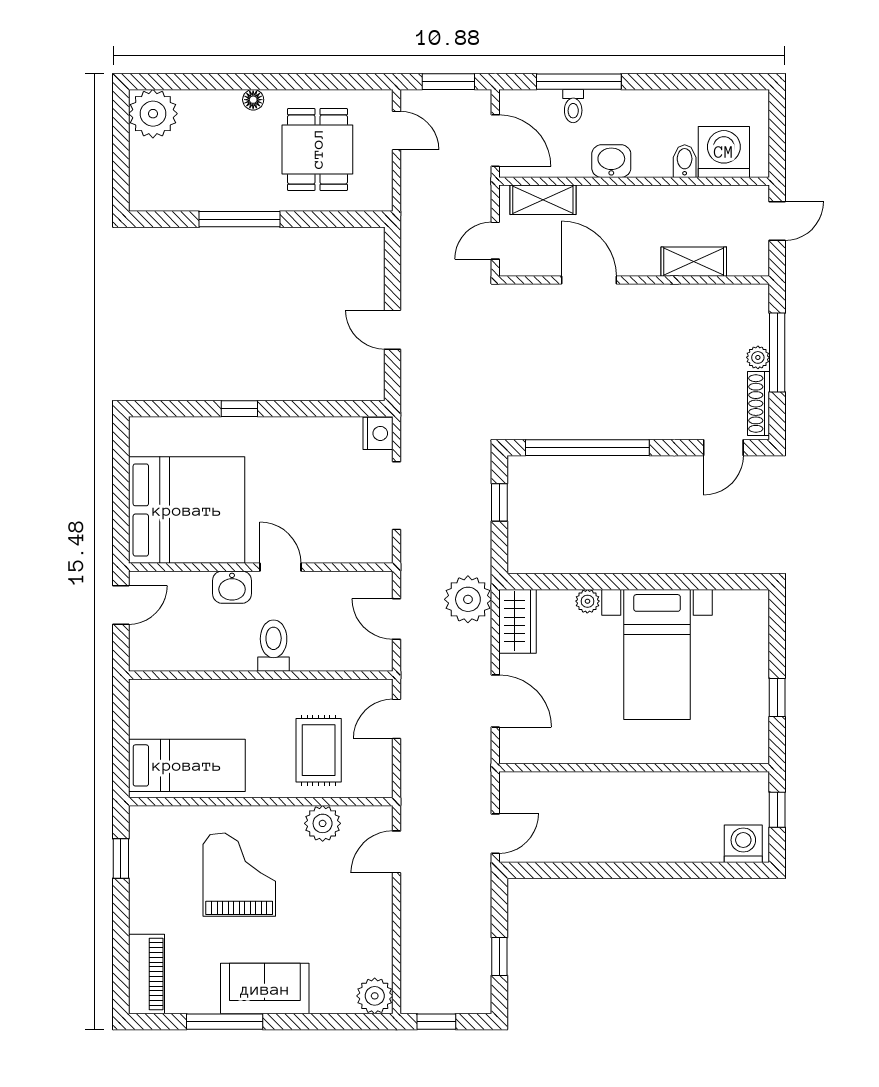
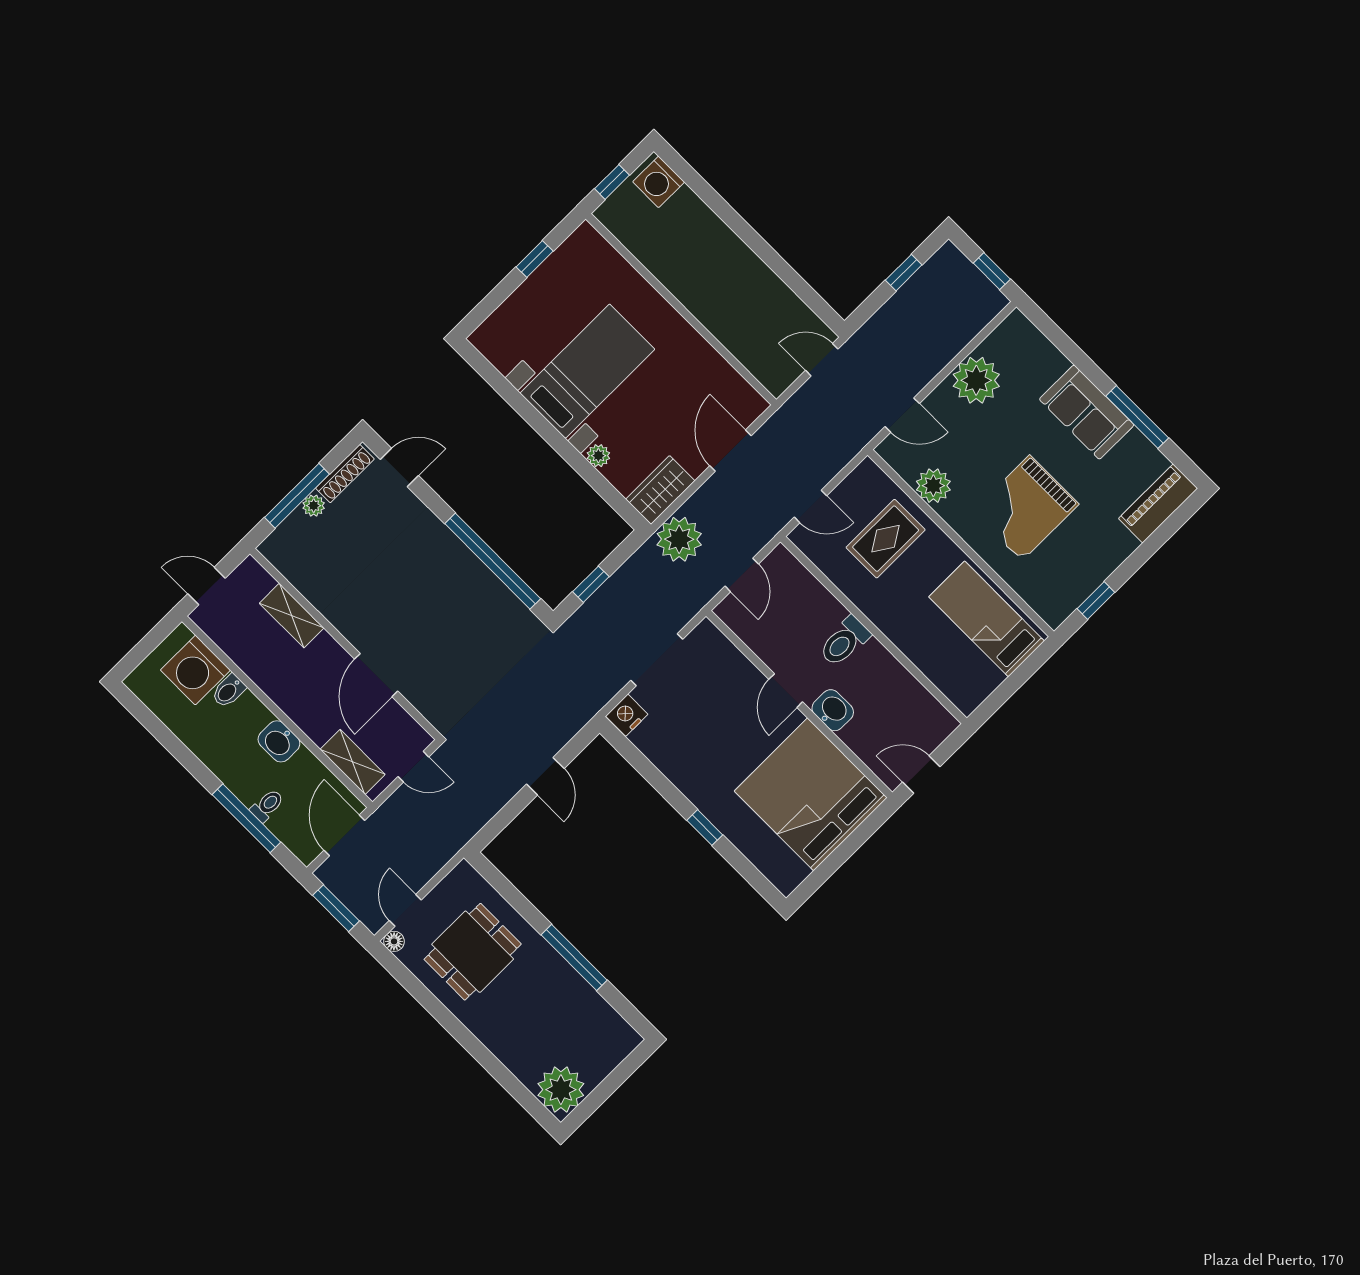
floor lamp: (253, 100) -> (394, 941), moved
plant: (375, 996) -> (976, 380), moved, width x1.36, depth x1.36

